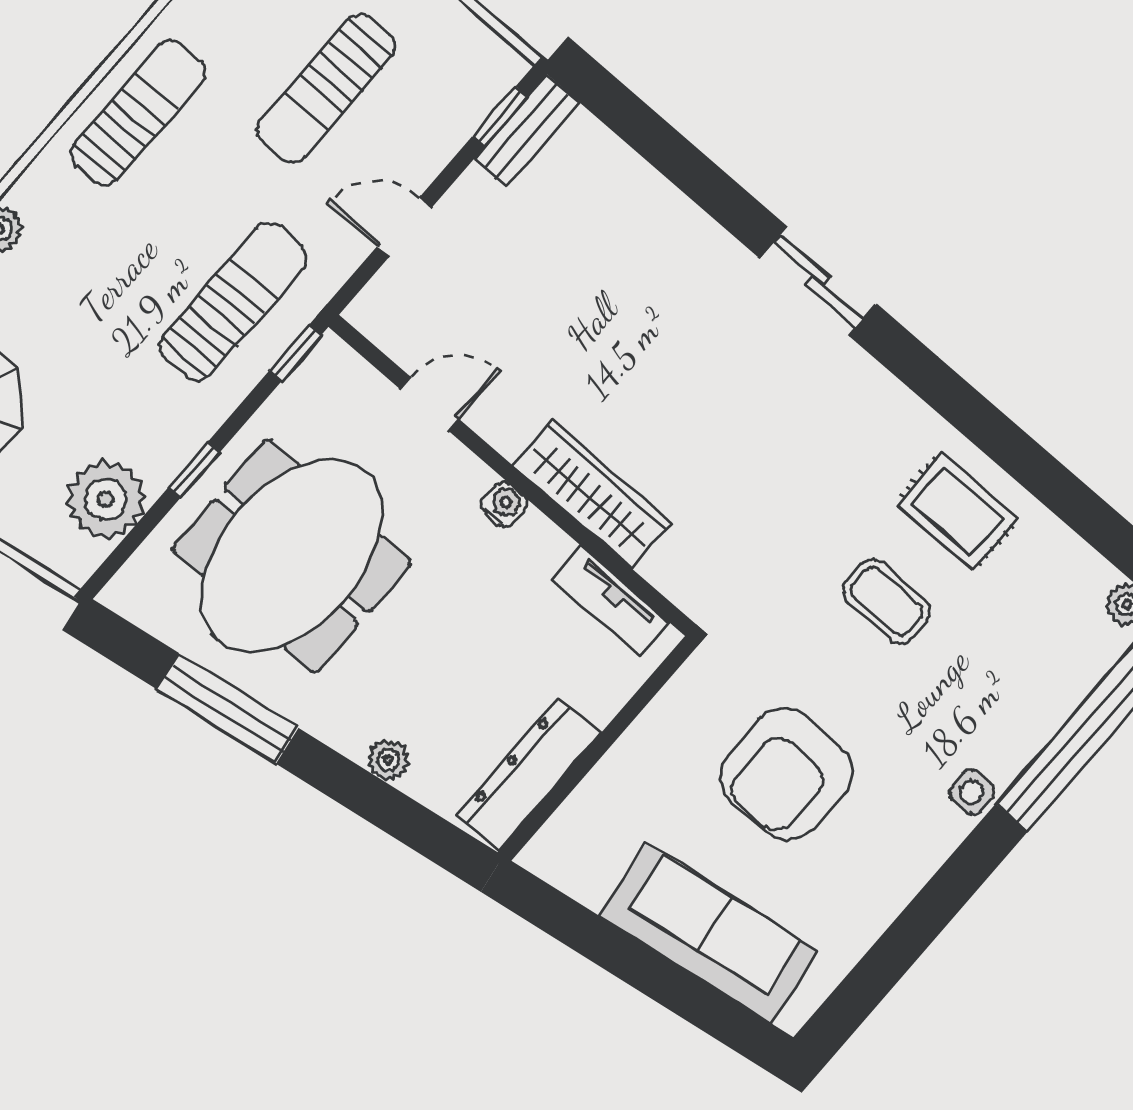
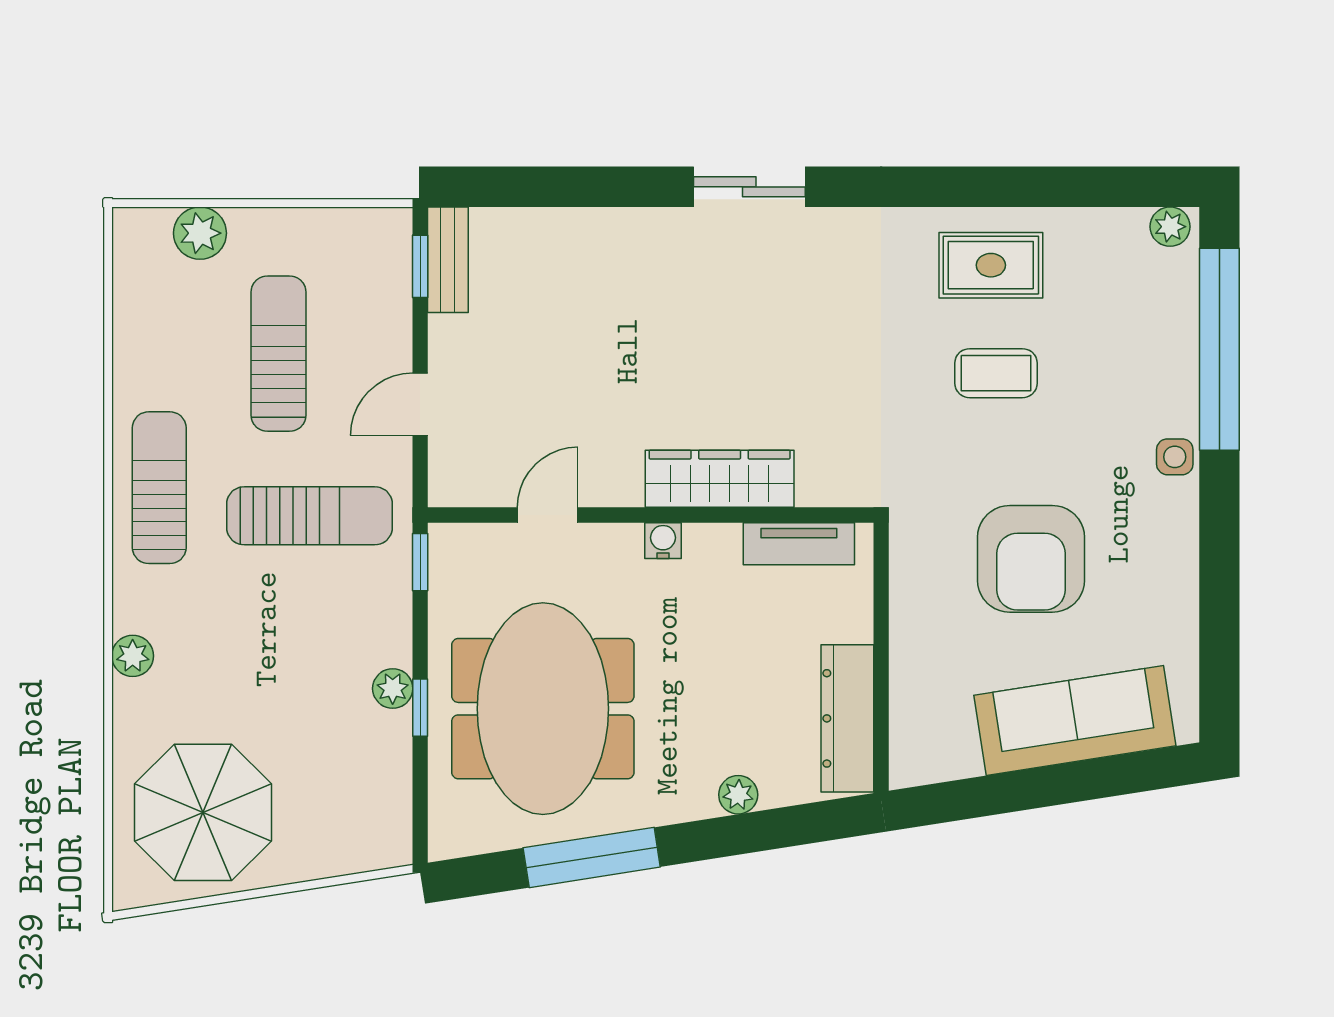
sun lounger: (326, 88) -> (278, 354), turned 180
sun lounger: (233, 302) -> (310, 516), moved, turned 90
plant: (106, 499) -> (393, 689), moved, width x0.53, depth x0.53

